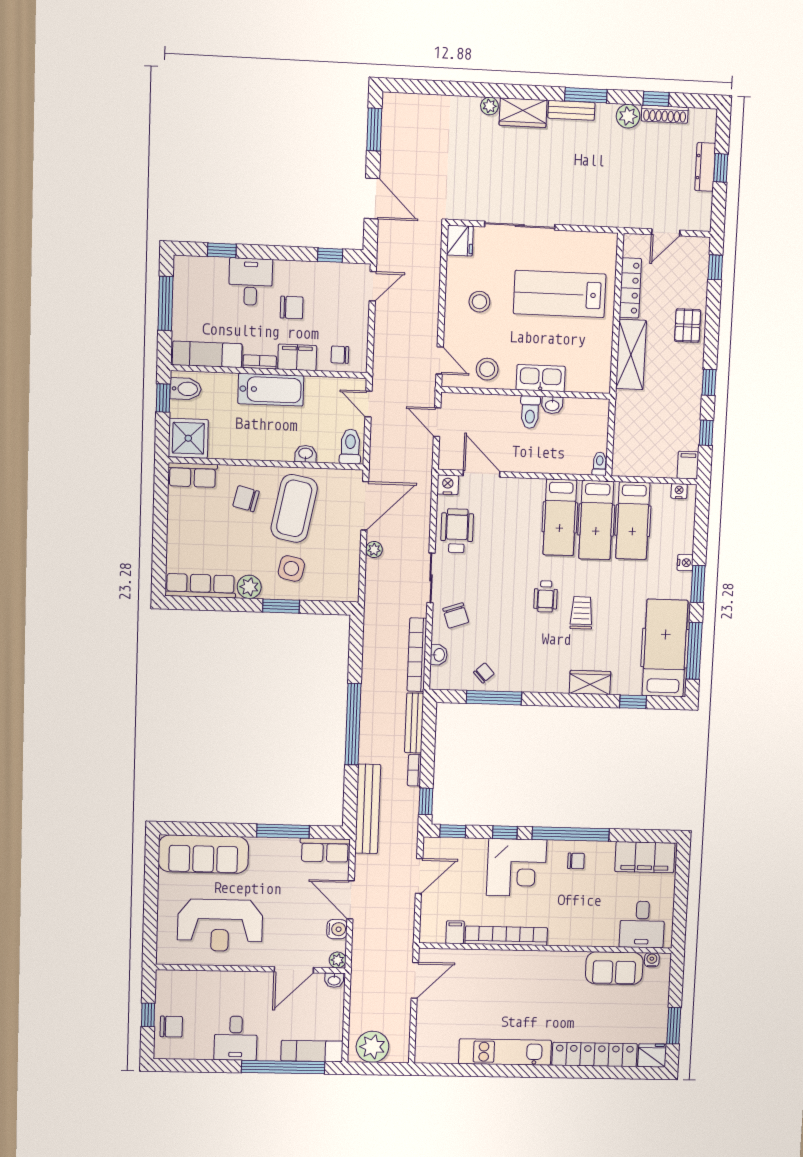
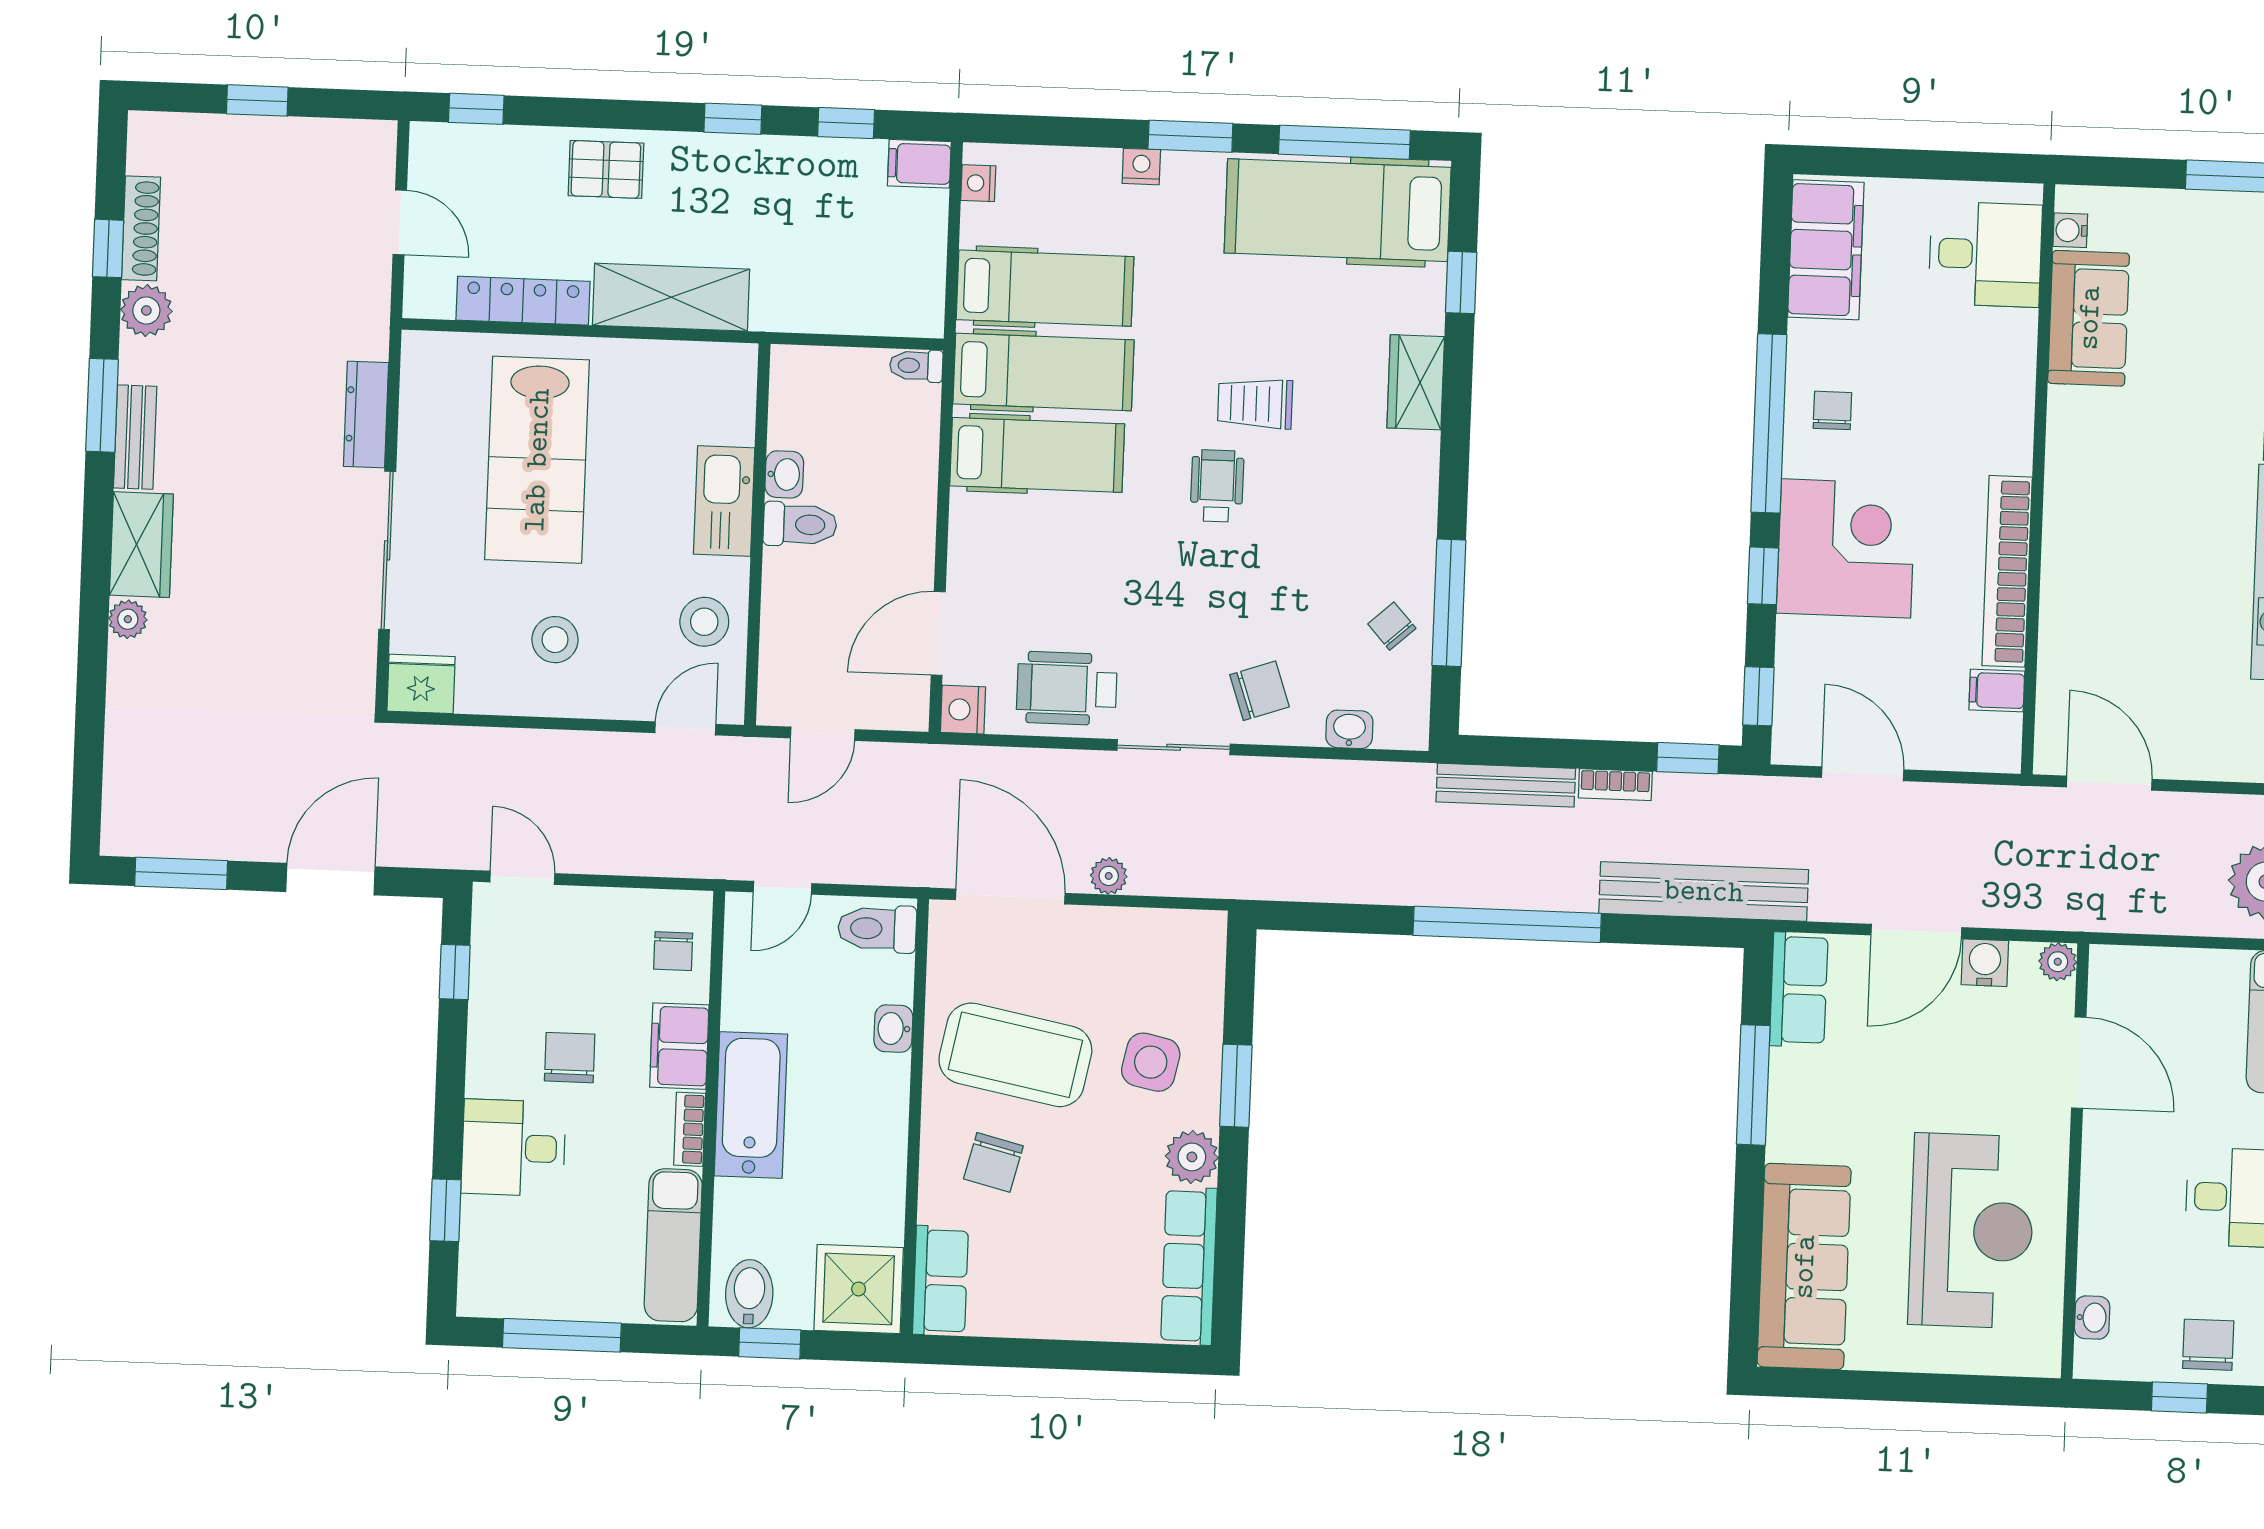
dresser: (705, 167) -> (366, 415), moved, turned 90
wheelchair: (546, 596) -> (1217, 486), turned -90
bookcase: (417, 655) -> (1349, 779), removed
washbasin: (334, 980) -> (2092, 1318), moved

